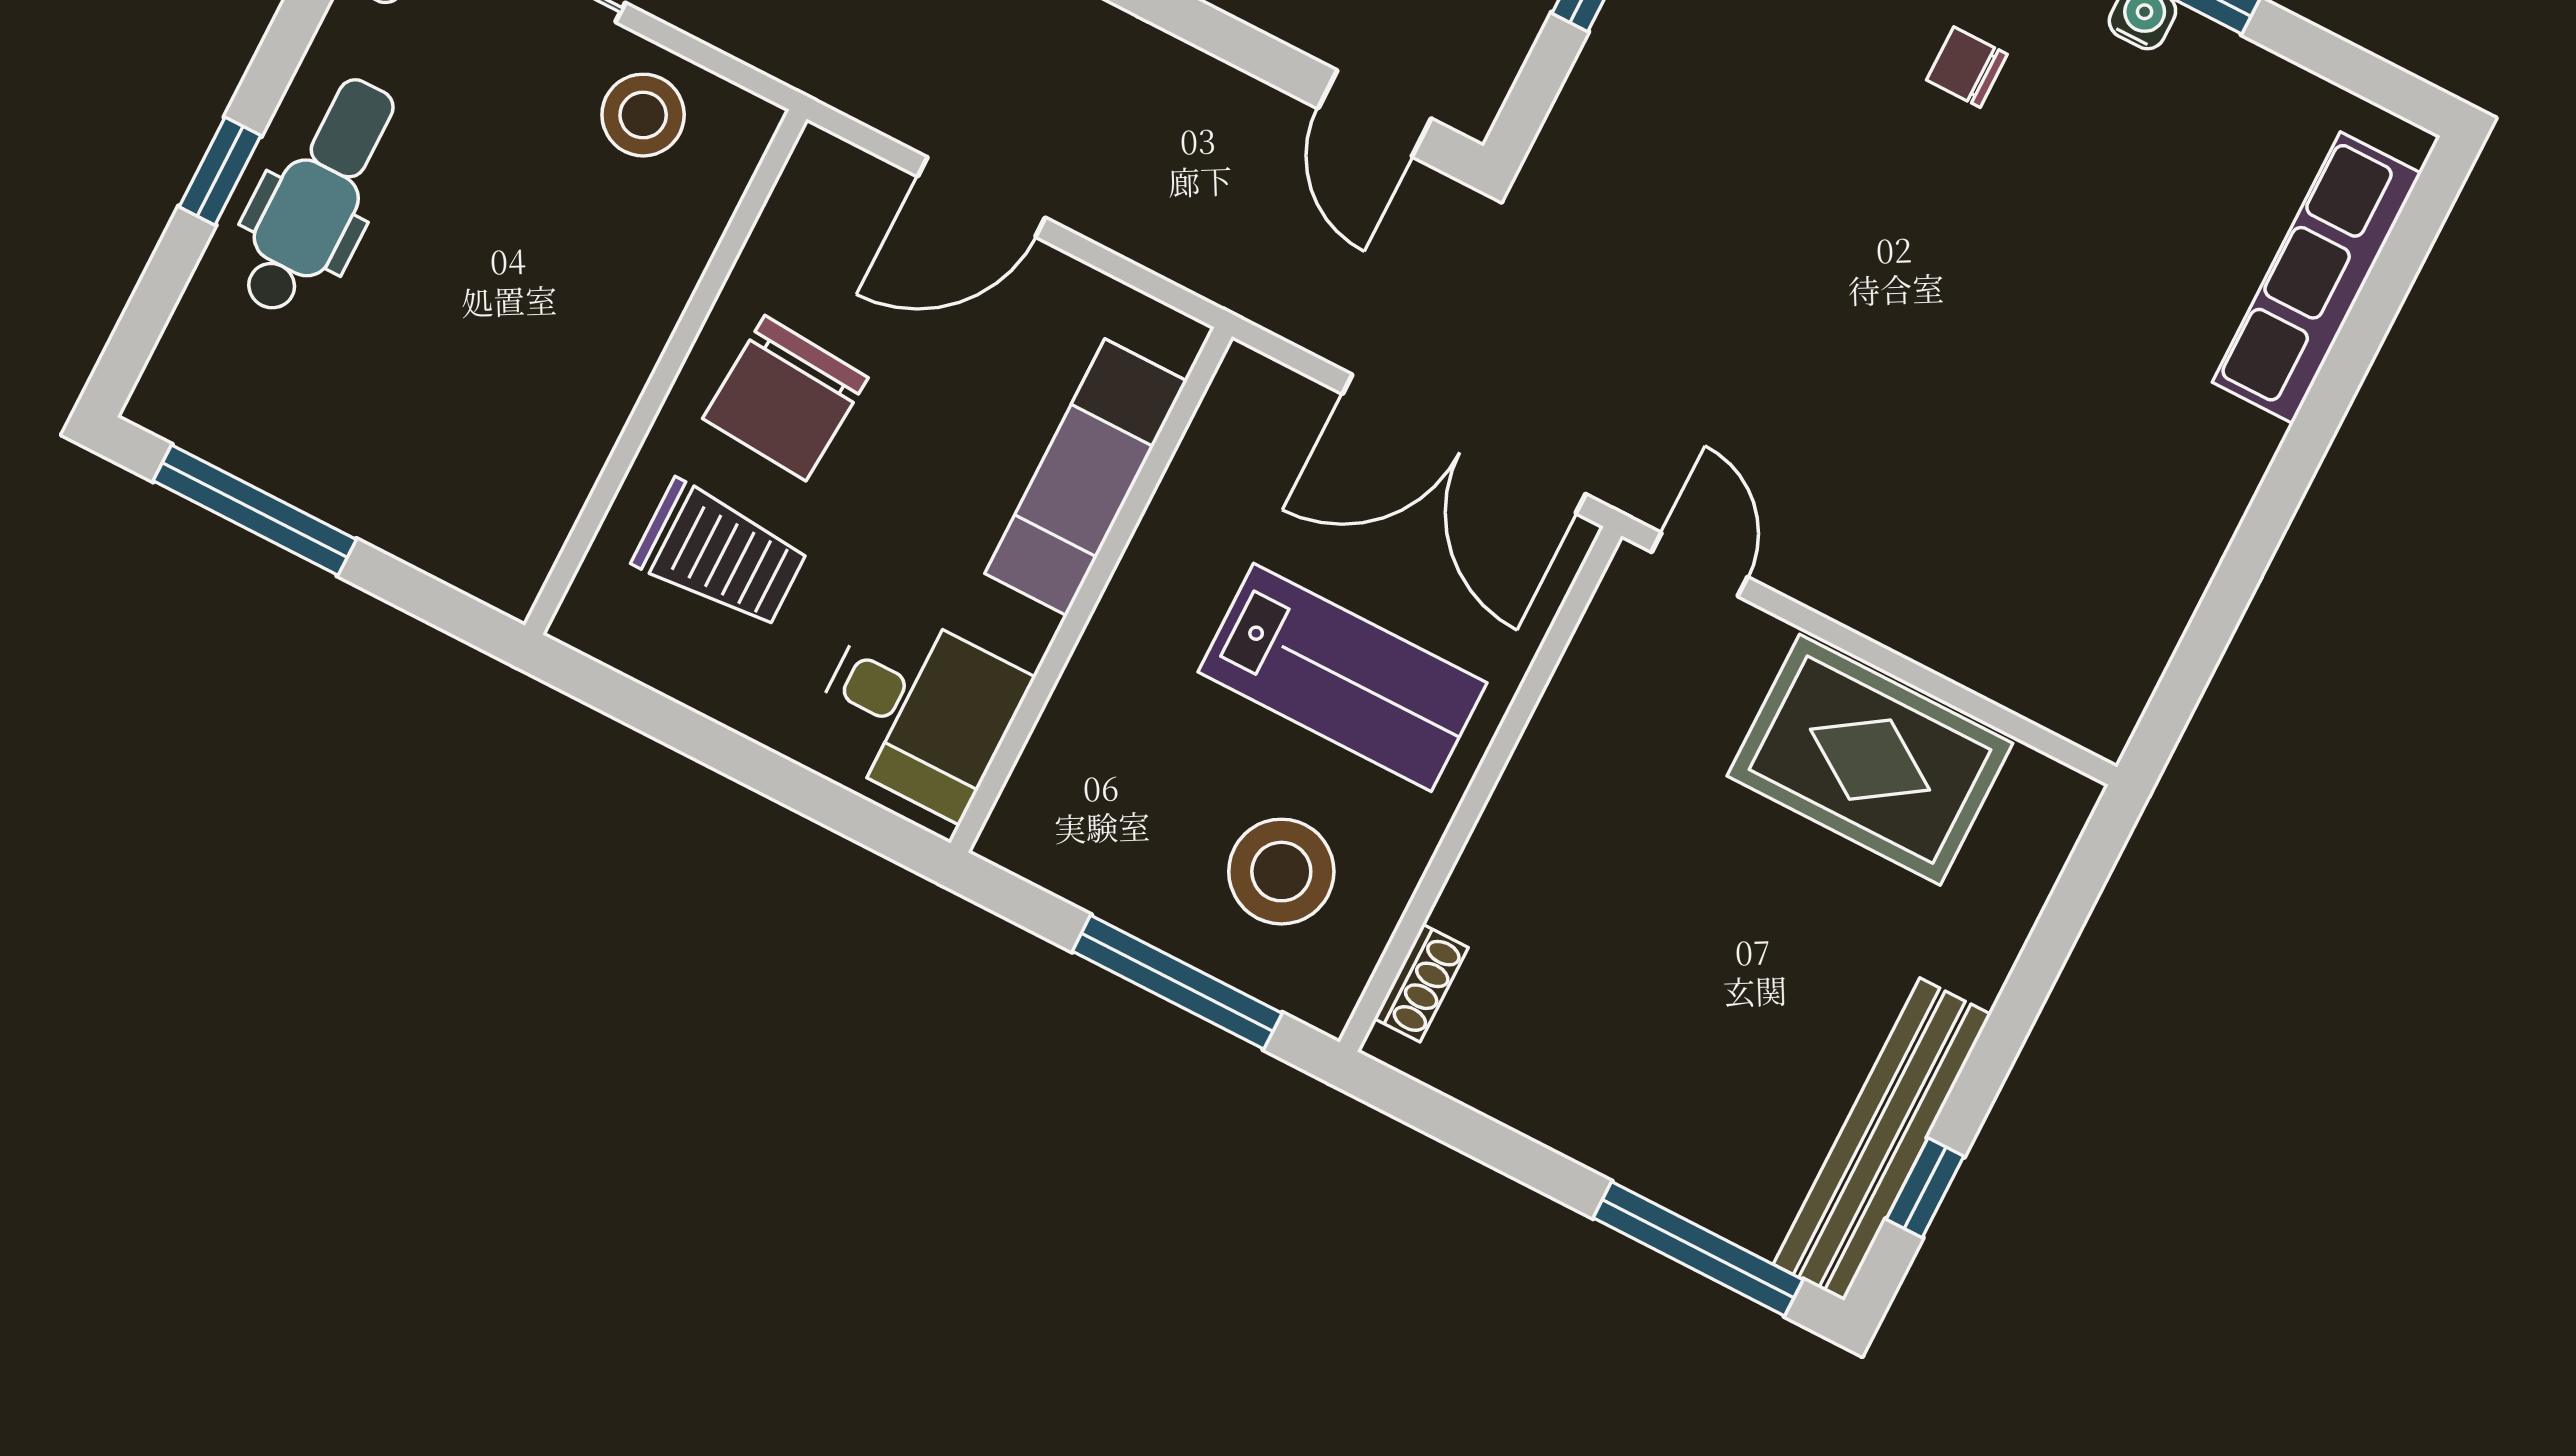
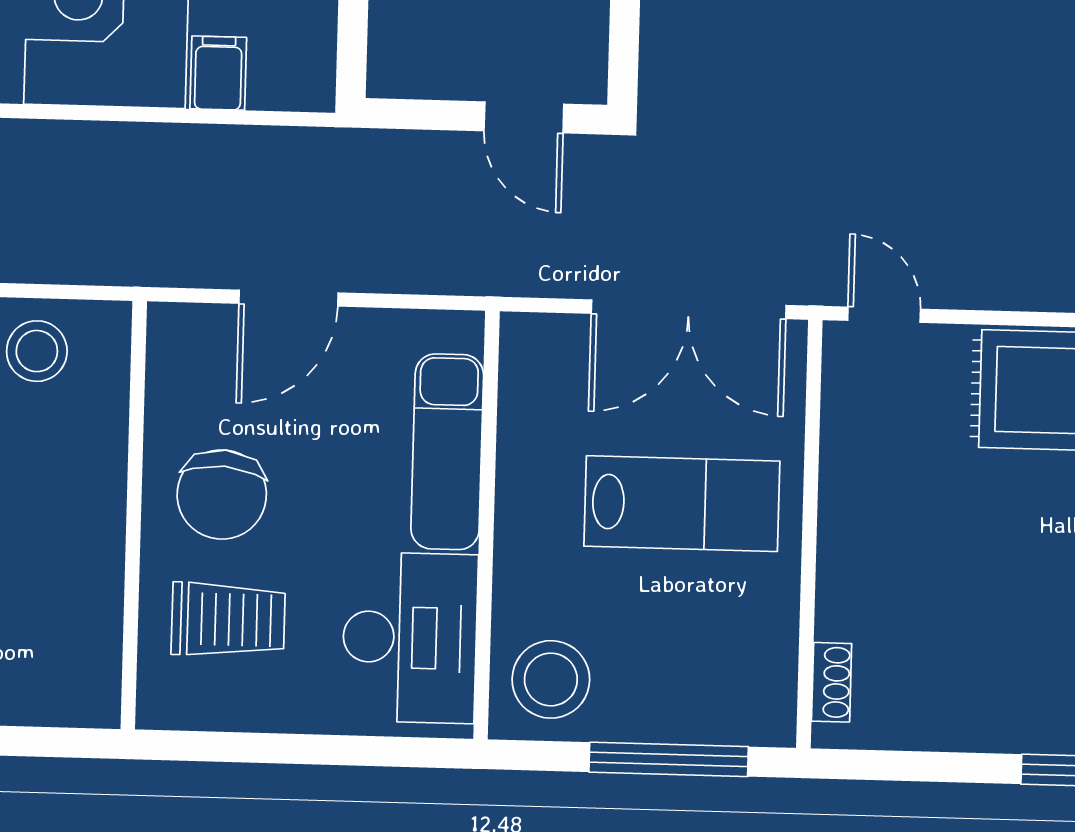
desk: (918, 710) -> (410, 638), width x1.37
stool: (1281, 872) -> (551, 679), moved

